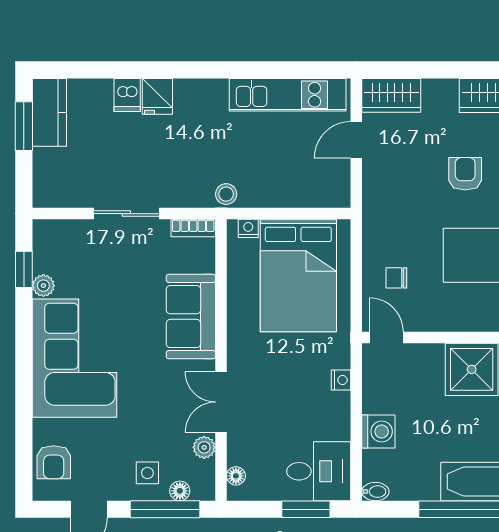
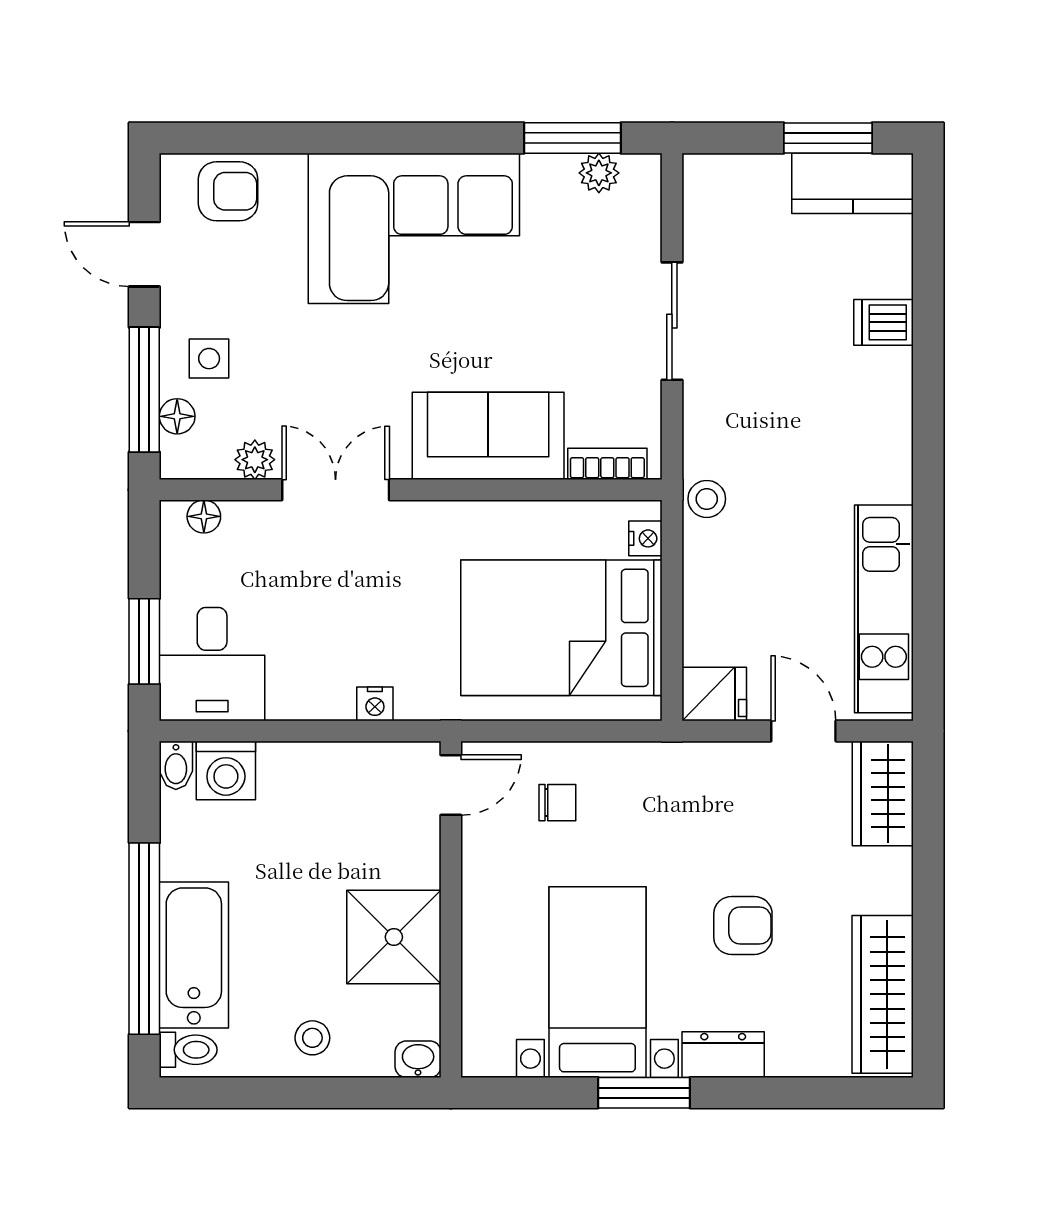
fridge: (157, 96) -> (714, 694), moved, turned 180
bookcase: (193, 228) -> (607, 464), moved, turned 90
window: (24, 269) -> (572, 138), width x1.50
chair: (396, 278) -> (557, 803), turned 90
plant: (43, 286) -> (599, 173), moved
washing machine: (378, 431) -> (226, 771), moved
armchair: (54, 462) -> (228, 191), turned 180

